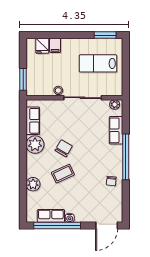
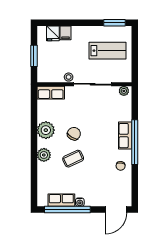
lab bench: (98, 63) -> (108, 51), turned 180
window: (23, 79) -> (34, 56), moved
row of seats: (33, 121) -> (51, 93), moved, turned 90
row of seats: (116, 130) -> (125, 136), moved
plant: (33, 184) -> (44, 155), moved

